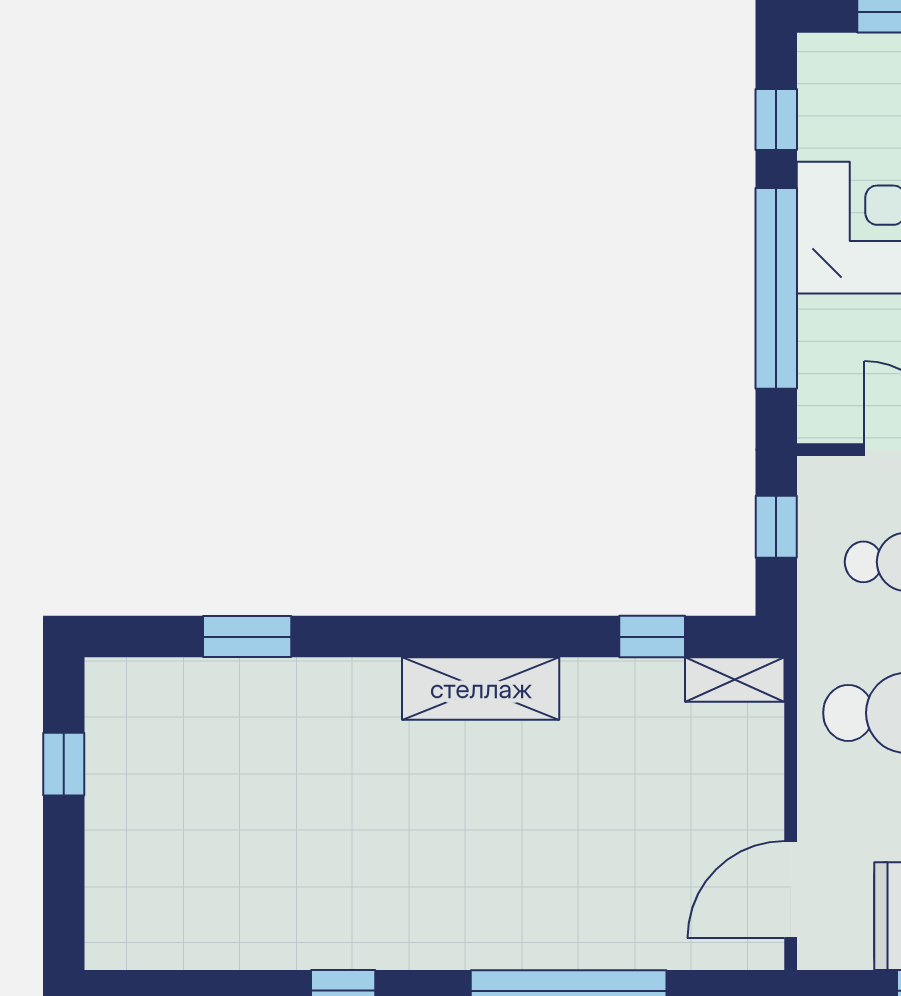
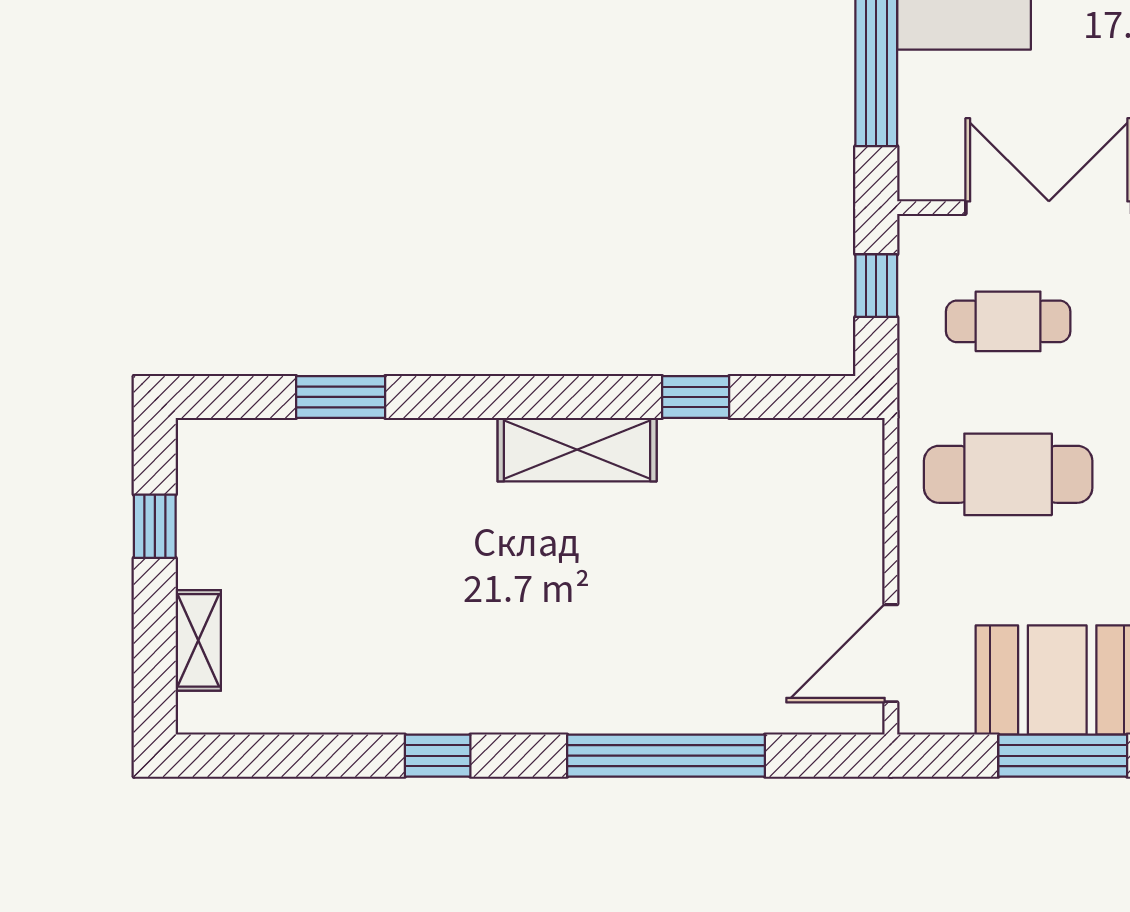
window: (652, 637) -> (696, 397), moved
shelving: (735, 680) -> (198, 640), moved, turned 90

